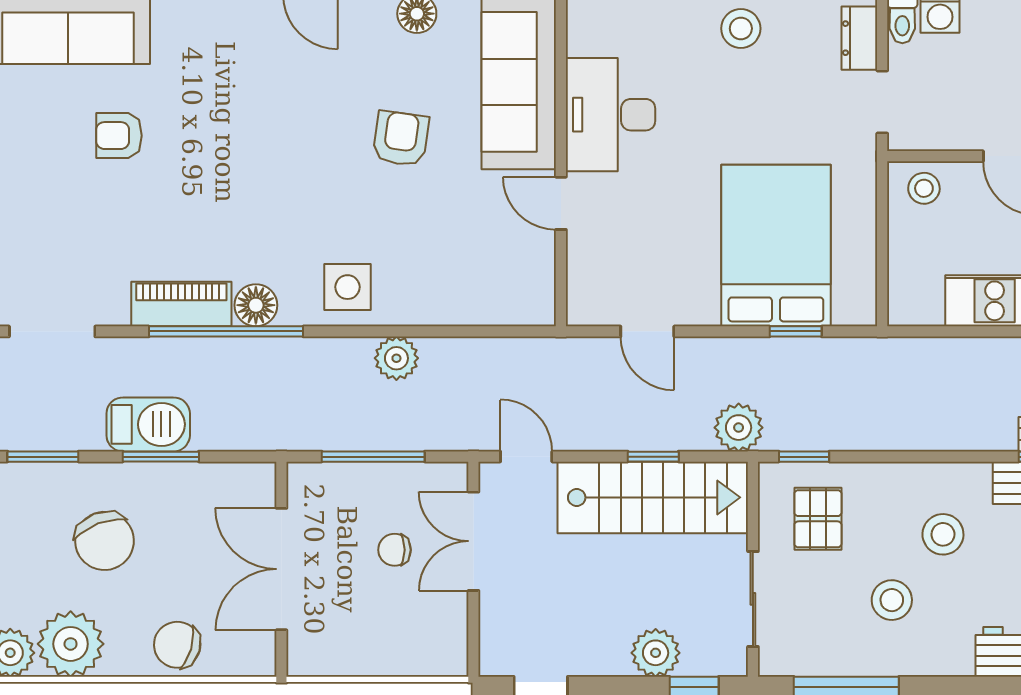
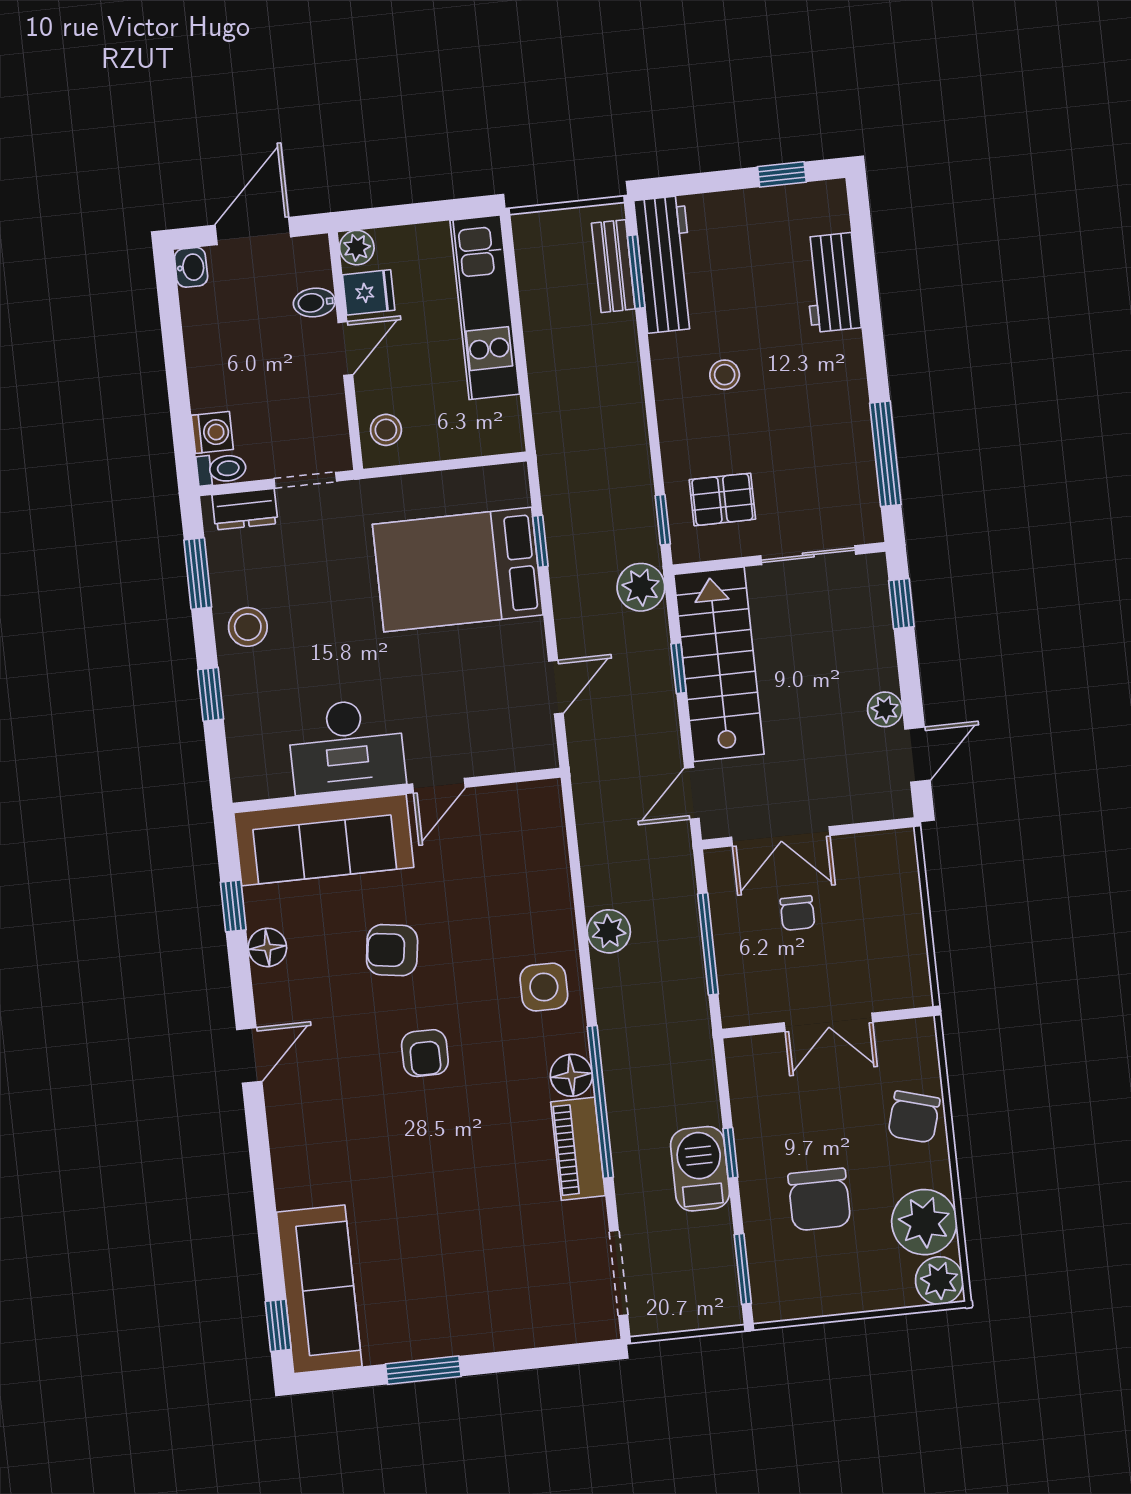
armchair: (119, 136) -> (425, 1053), moved
window: (161, 457) -> (730, 1153), width x0.67
stool: (943, 534) -> (725, 375), width x0.73, depth x0.73
chair: (104, 541) -> (819, 1200), turned 111
double door: (281, 569) -> (828, 1022), width x0.73
stool: (892, 600) -> (795, 418), removed
plant: (656, 653) -> (885, 709), moved, width x0.73, depth x0.73

